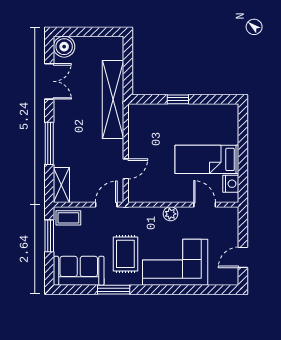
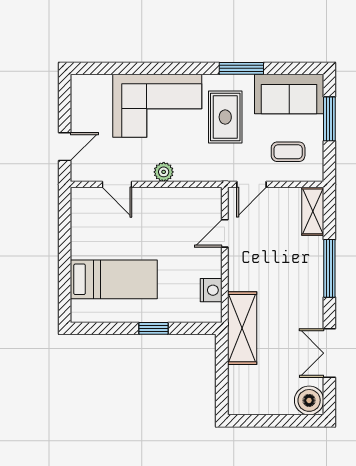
shelving: (113, 100) -> (242, 328), width x0.68
bed: (207, 159) -> (114, 279), moved
nightstand: (231, 184) -> (211, 290), moved, turned 180
coffee table: (68, 218) -> (288, 152), moved
window: (49, 236) -> (329, 119), moved
door: (243, 257) -> (65, 147), moved

